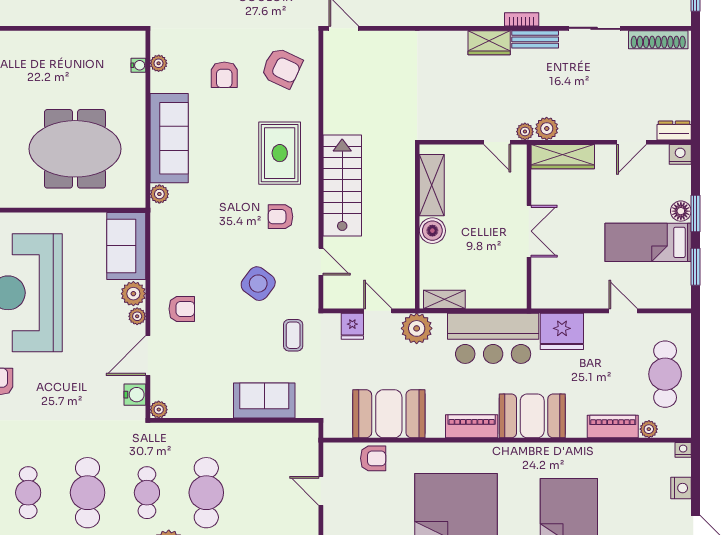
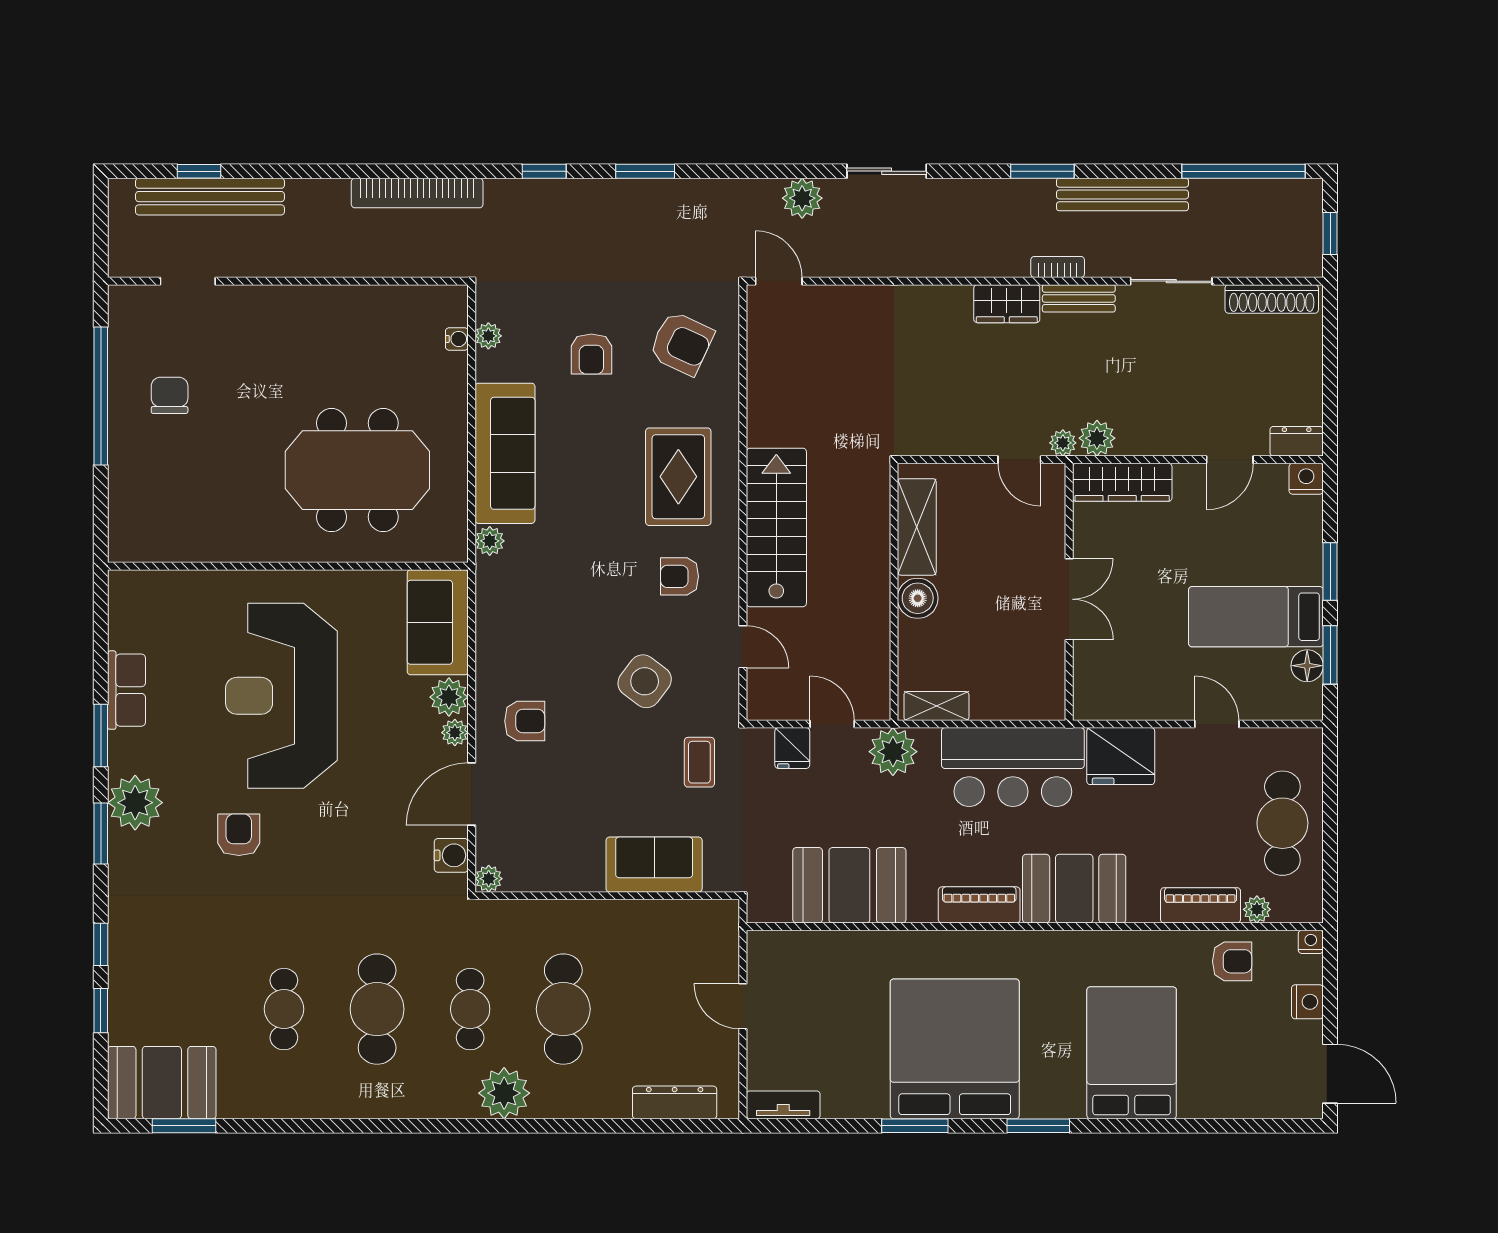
floor lamp: (681, 211) -> (1307, 666), moved
armchair: (373, 458) -> (1232, 961), moved

